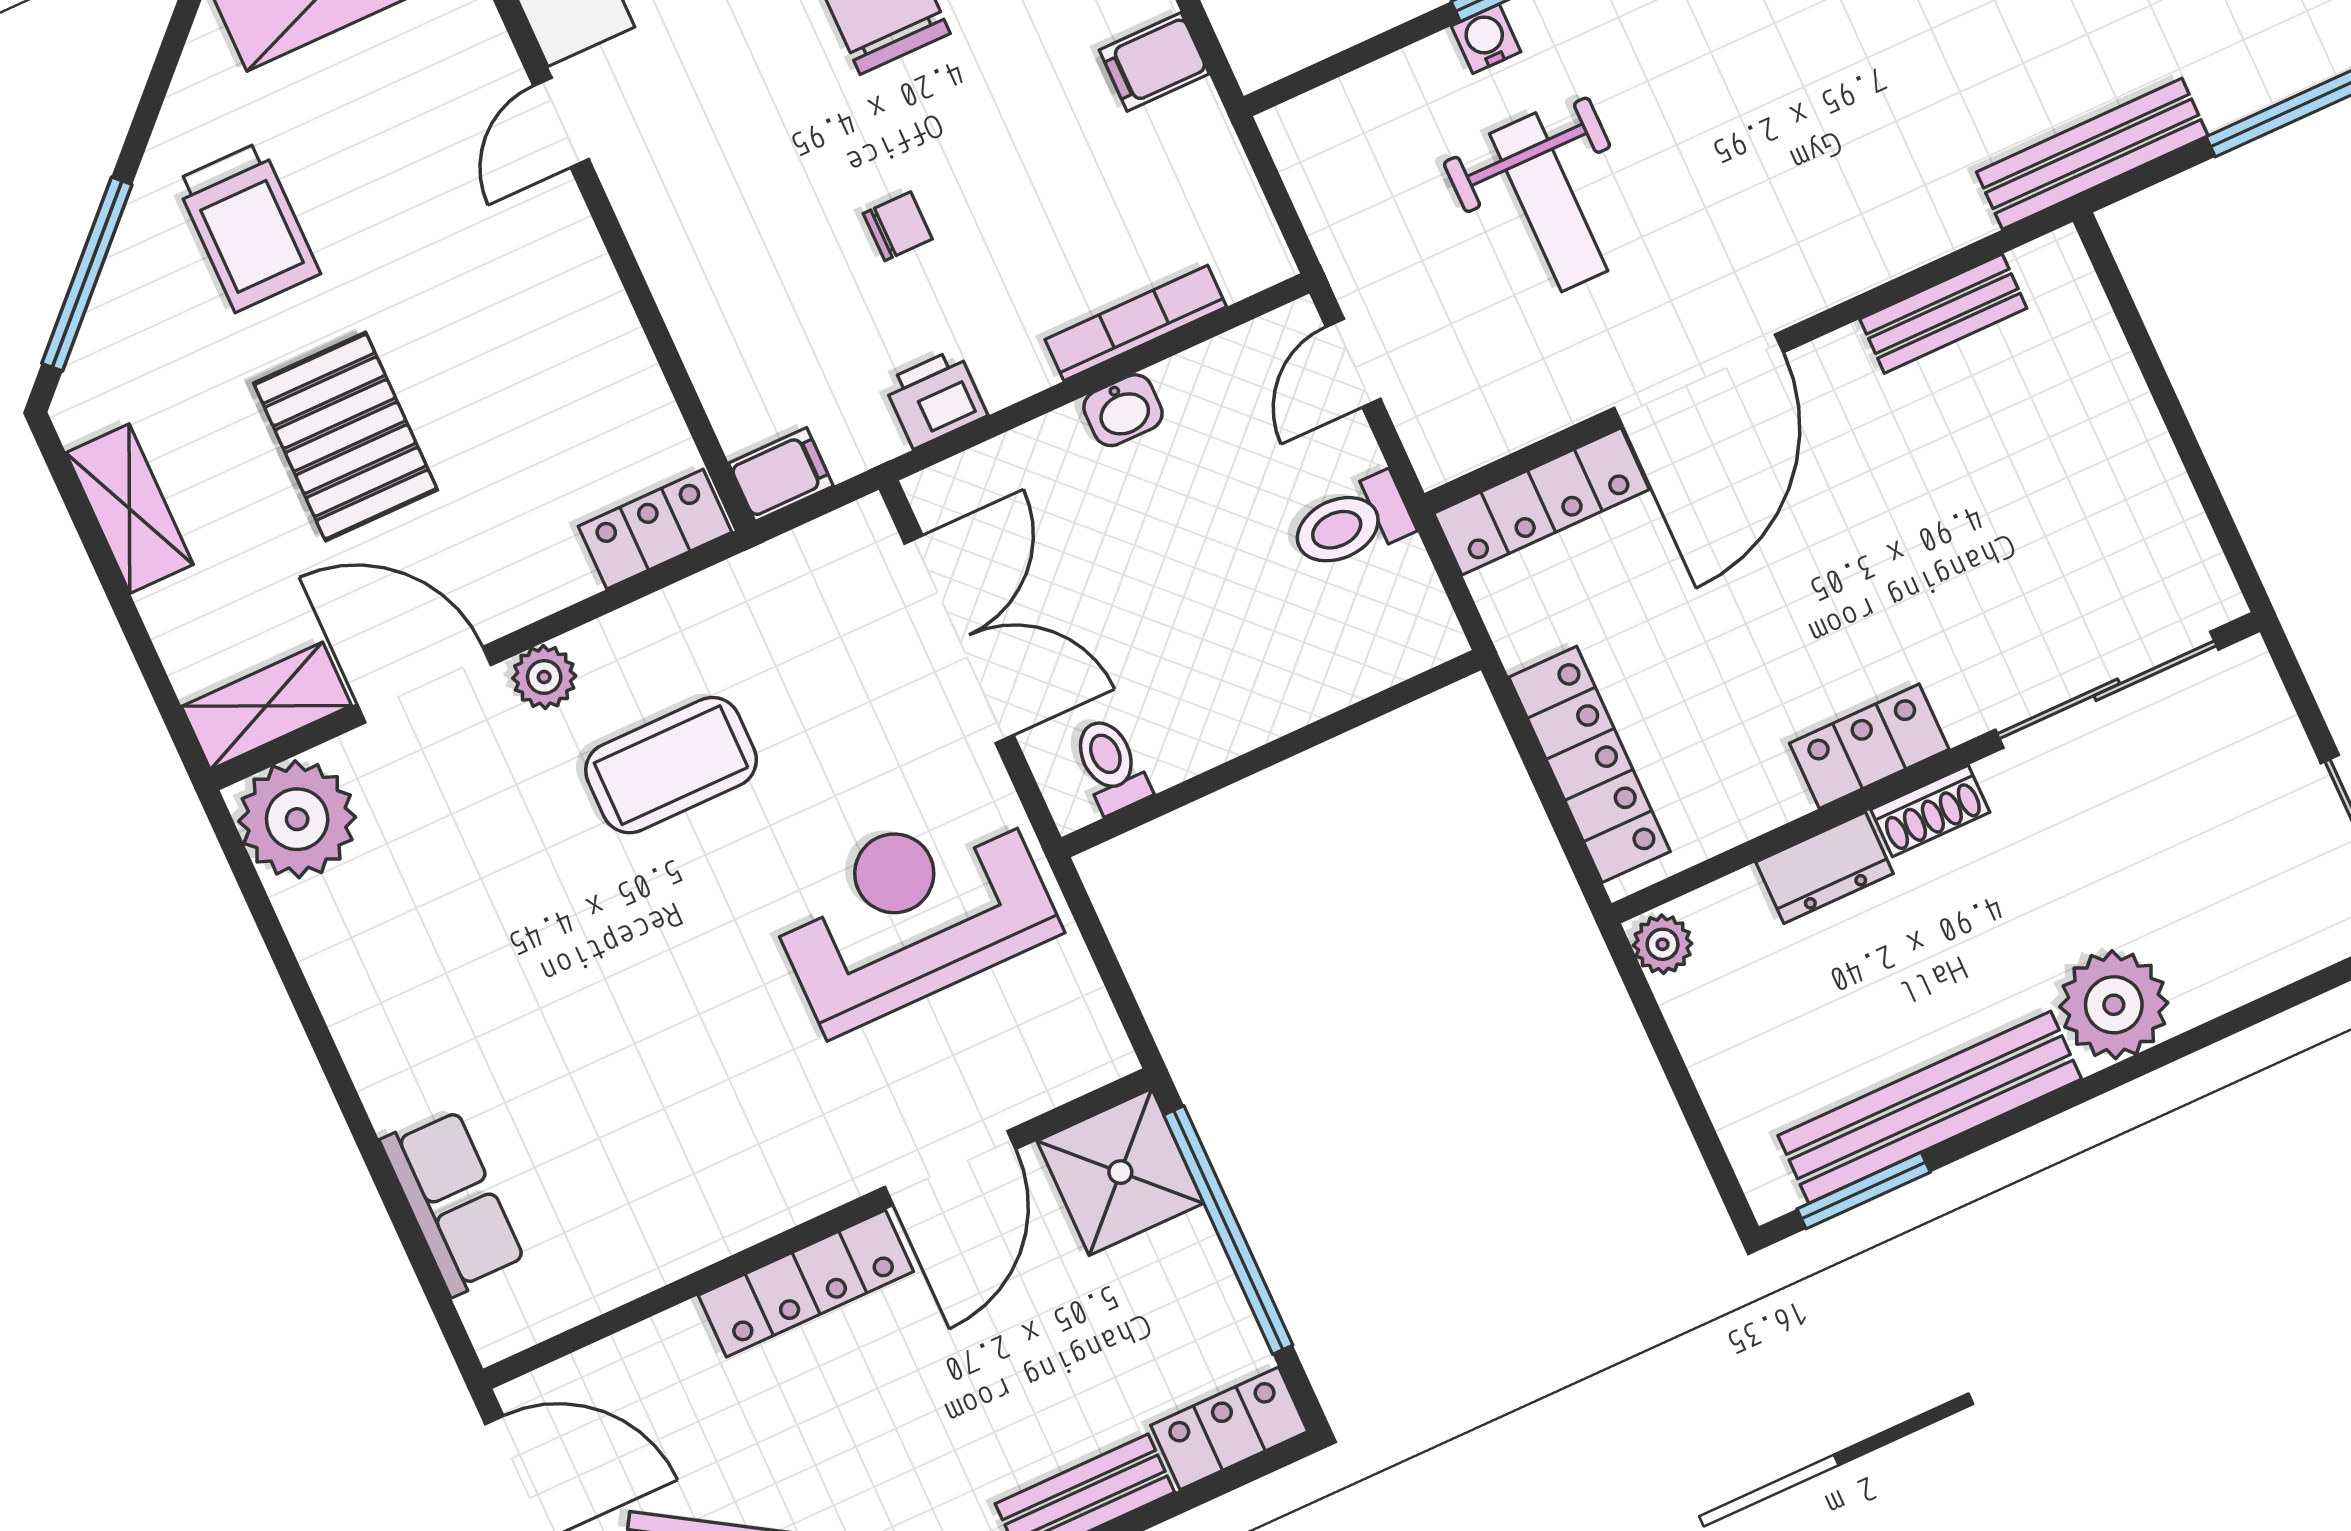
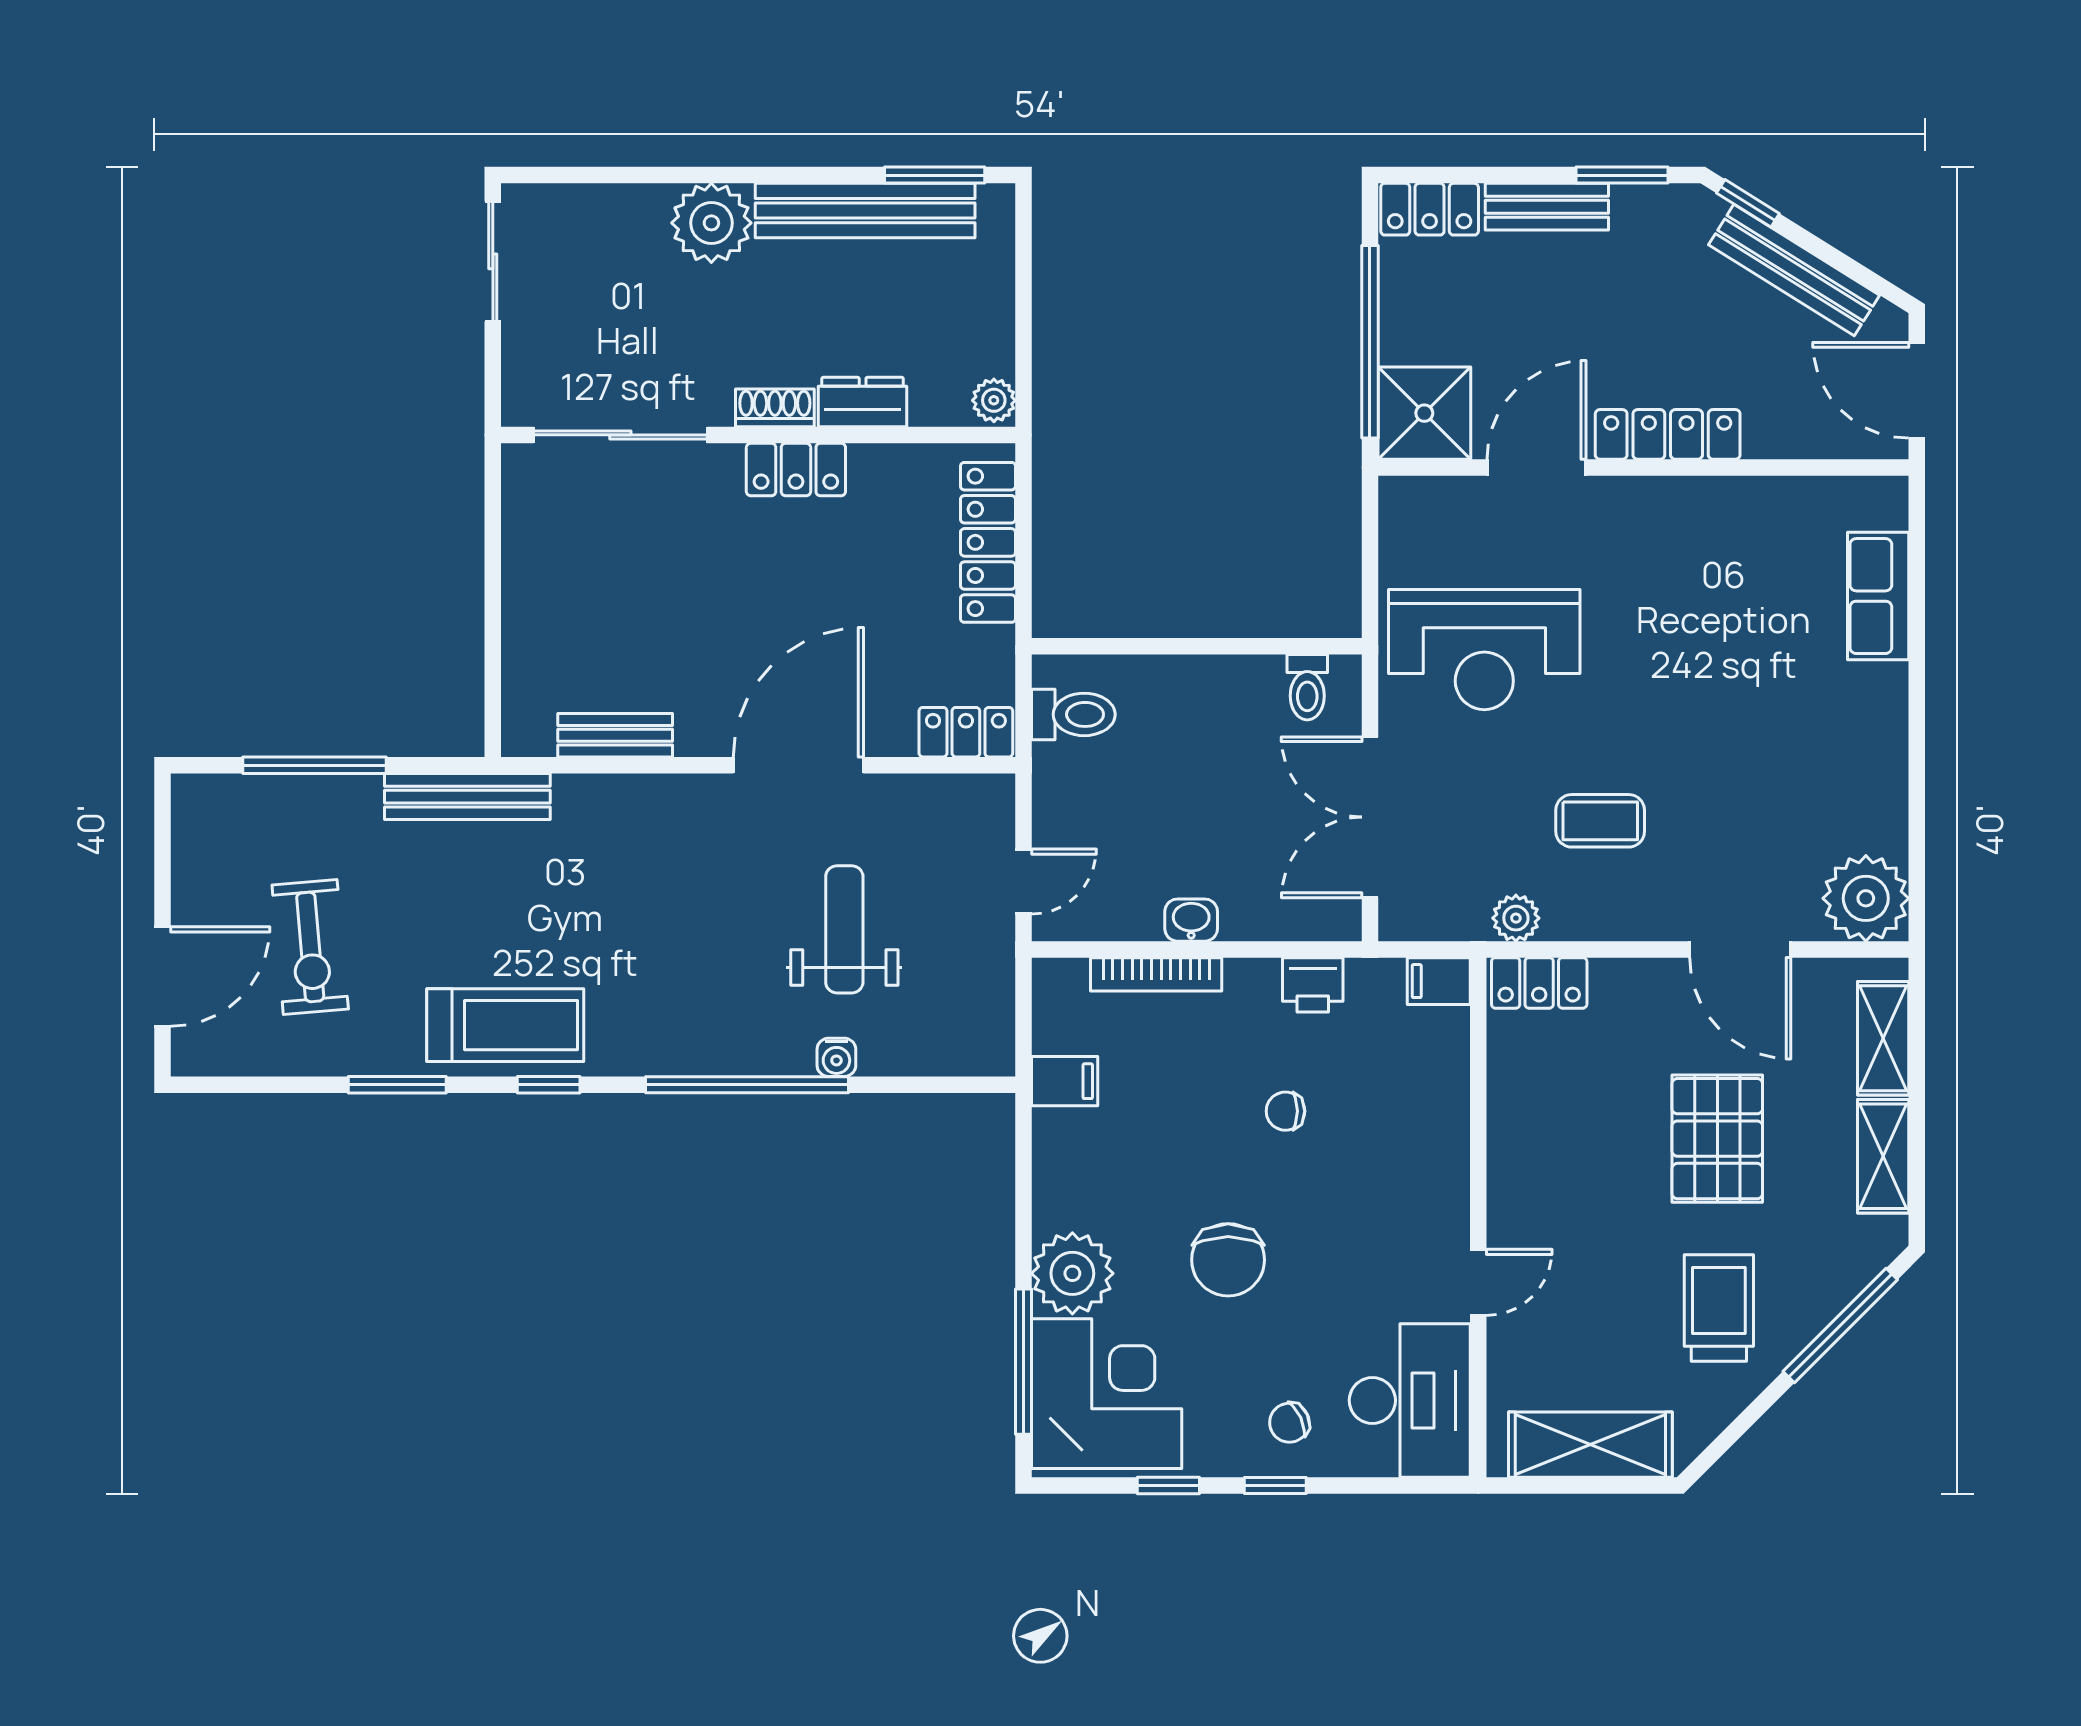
filing cabinet: (1154, 62) -> (1065, 1081), moved
locker: (1542, 501) -> (966, 732), width x0.66
toilet: (1351, 523) -> (1073, 714), moved
plant: (544, 677) -> (1516, 918), moved
shelving: (266, 706) -> (1883, 1038), moved, turned 90
coffee table: (671, 765) -> (1600, 821), width x0.73, depth x0.77

